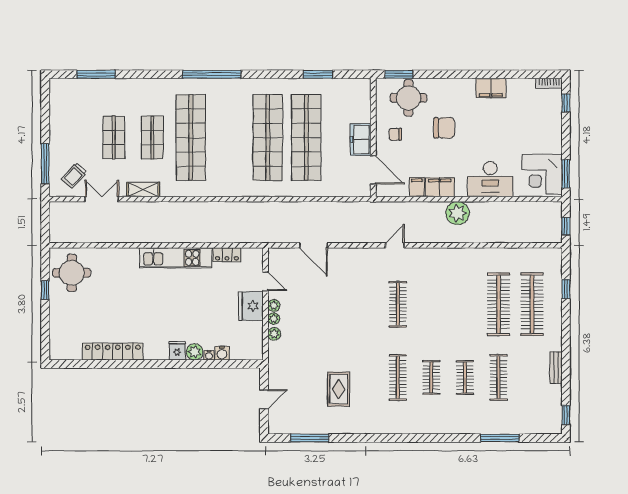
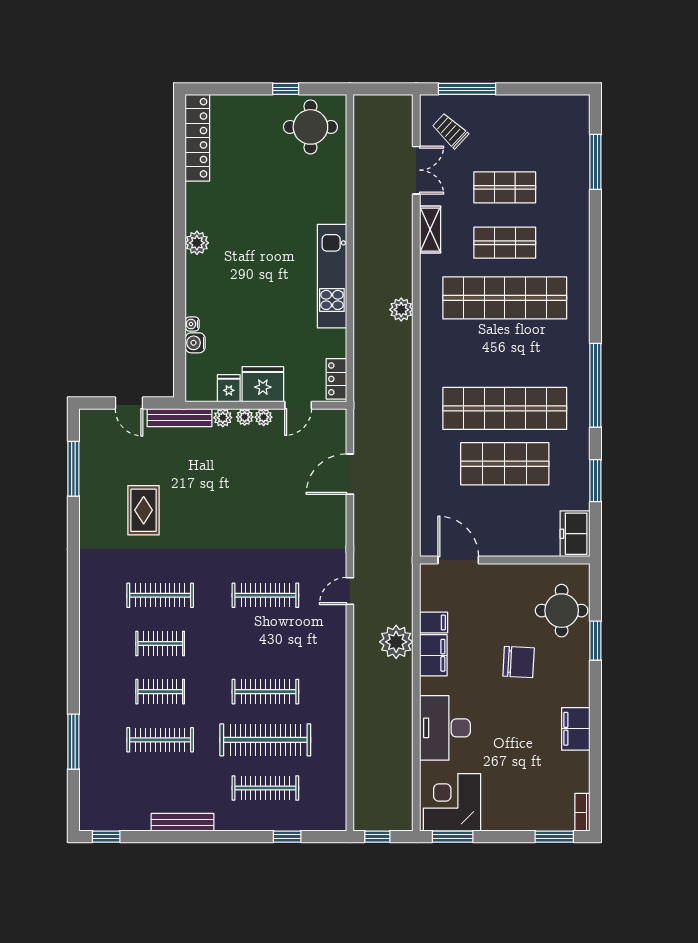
window: (212, 74) -> (595, 385), moved
window: (399, 74) -> (595, 641), moved
window: (566, 103) -> (554, 837), width x1.50
chair: (444, 128) -> (519, 662), turned -87
chair: (395, 134) -> (509, 592), removed
shop shelf: (306, 138) -> (505, 464), width x0.71
freezer: (361, 140) -> (575, 534), moved, turned -90
door: (373, 170) -> (458, 560), swing flipped
plant: (199, 210) -> (401, 310), added
plant: (457, 213) -> (396, 642), moved
door: (395, 245) -> (350, 591), swing flipped
locker: (227, 255) -> (336, 379), moved
clothes rail: (465, 304) -> (265, 692), added
clothes rail: (532, 304) -> (265, 788), width x0.73, depth x0.76
fridge: (177, 351) -> (229, 388), moved, turned -90
locker: (113, 352) -> (197, 138), moved
plant: (195, 352) -> (197, 243), moved
bench: (274, 364) -> (179, 418), added
bench: (556, 368) -> (183, 822), width x1.36
rug: (339, 389) -> (144, 510), turned 90

